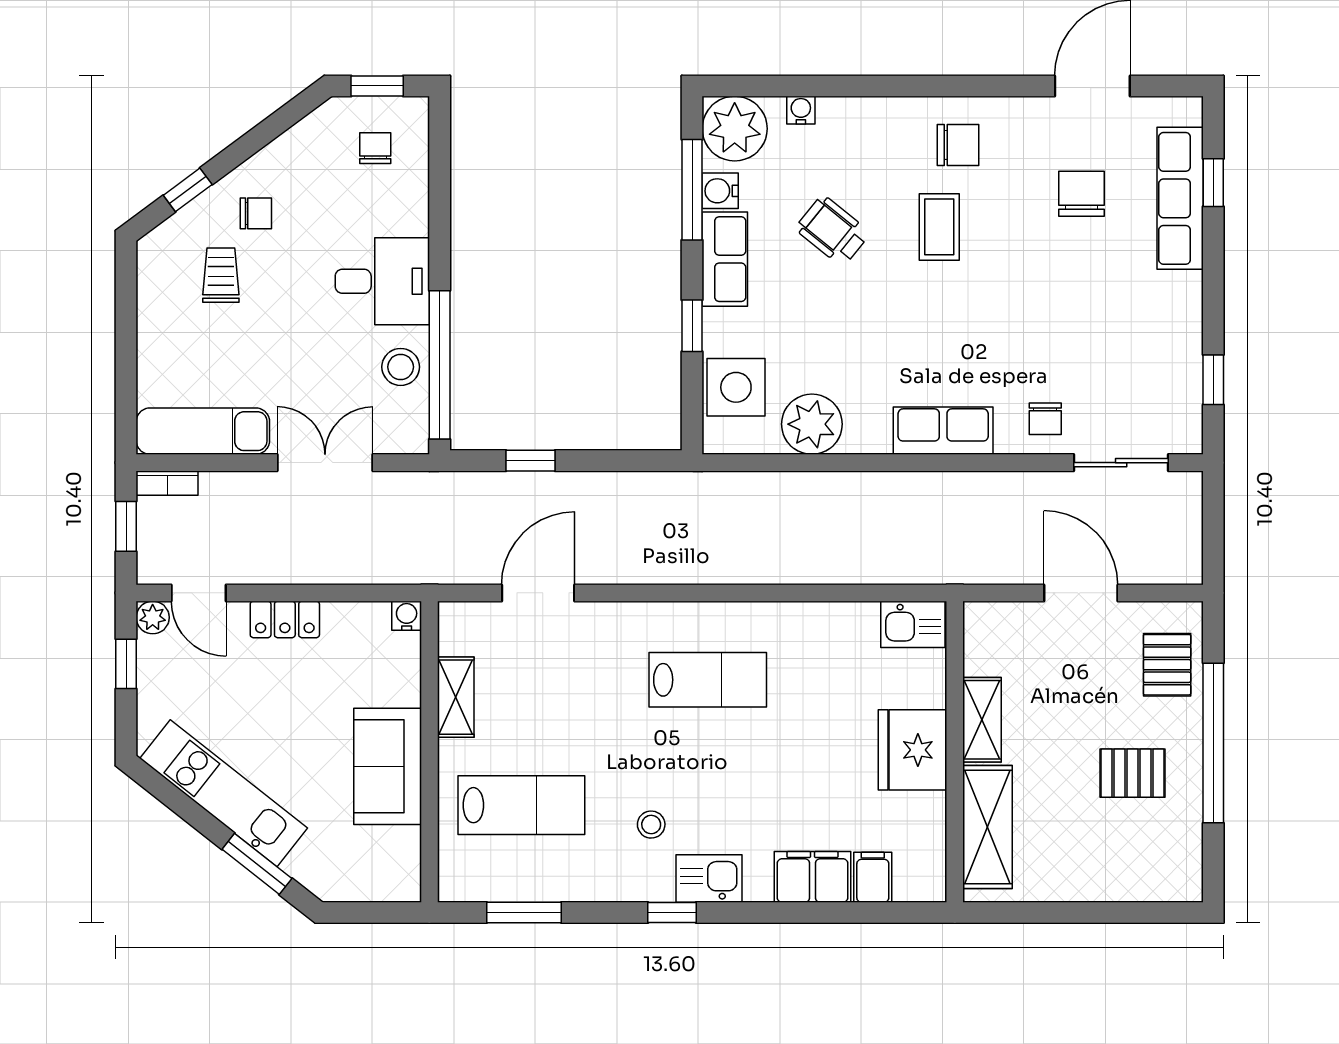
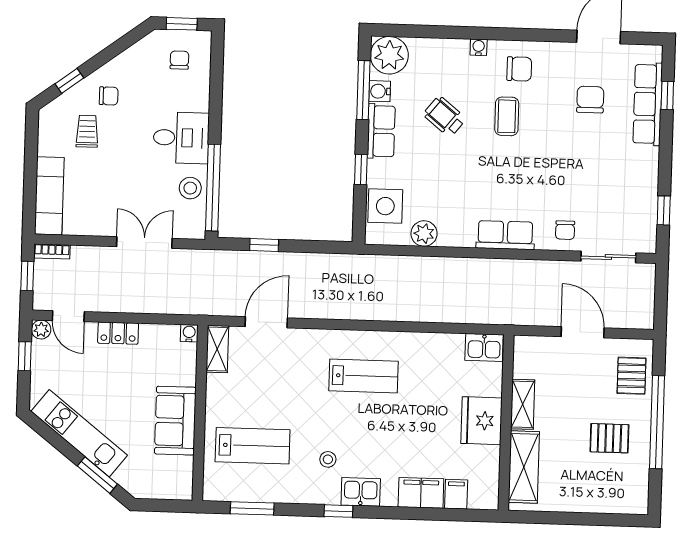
water cooler: (801, 110) -> (479, 47), moved
plant: (812, 424) -> (424, 234), width x0.73, depth x0.73
exam couch: (203, 431) -> (49, 196), moved, turned 90
shelving: (456, 697) -> (217, 349), moved

